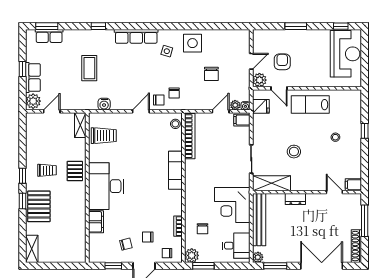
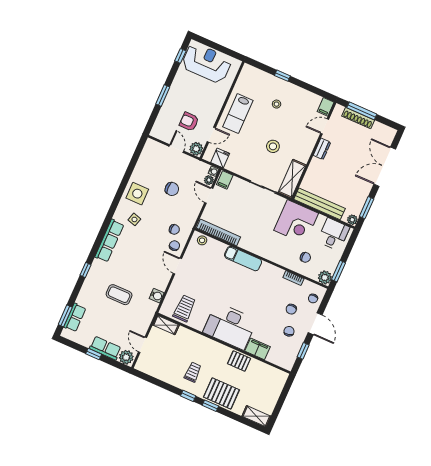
pallet: (75, 171) -> (239, 361), moved
dresser: (295, 199) -> (322, 149), moved
shoe rack: (356, 246) -> (358, 118), moved

